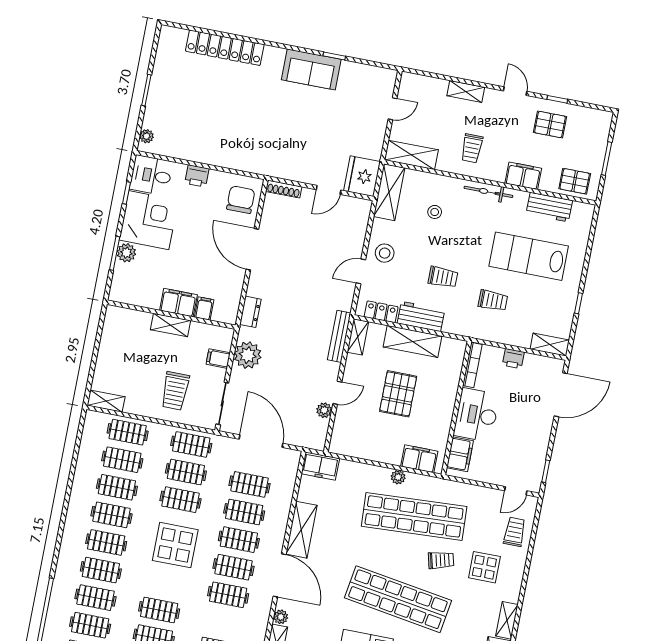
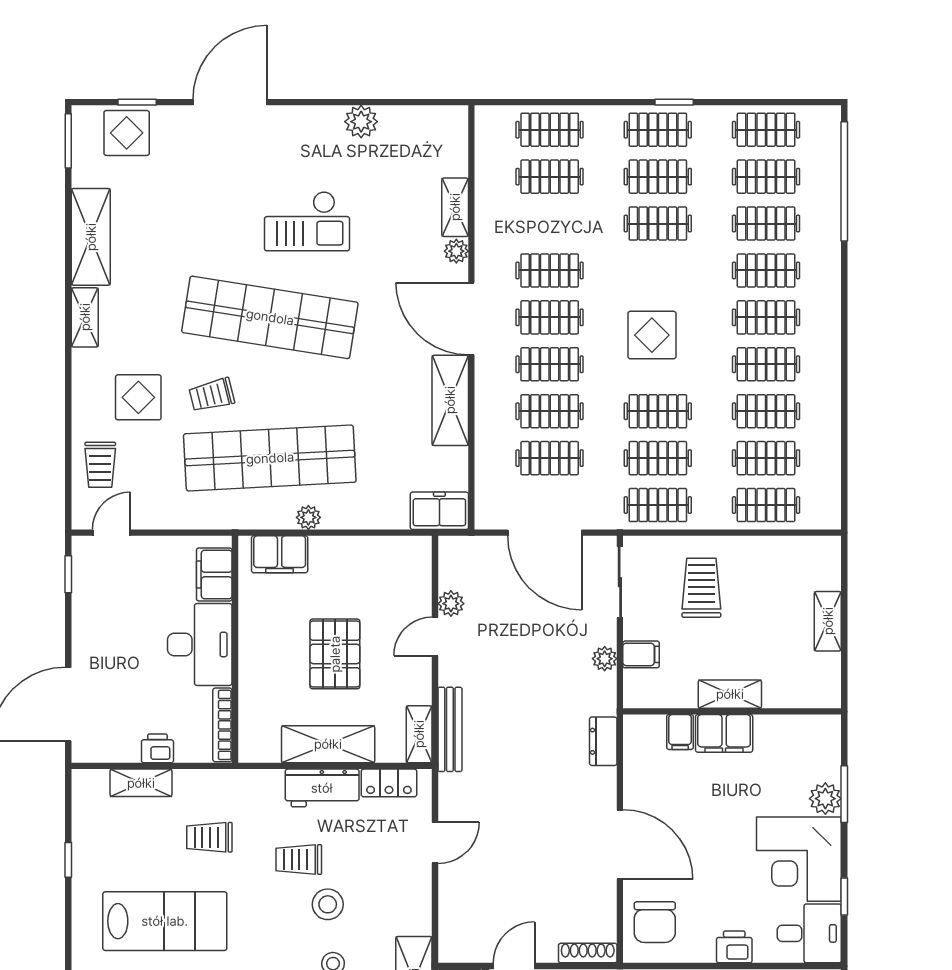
stool: (385, 253) -> (328, 904), moved
shelving: (550, 345) -> (141, 783), moved
plant: (248, 355) -> (605, 659), width x0.53, depth x0.53
shelving: (106, 401) -> (828, 621), moved, turned 90
display table: (175, 545) -> (652, 335), width x0.73, depth x0.73

